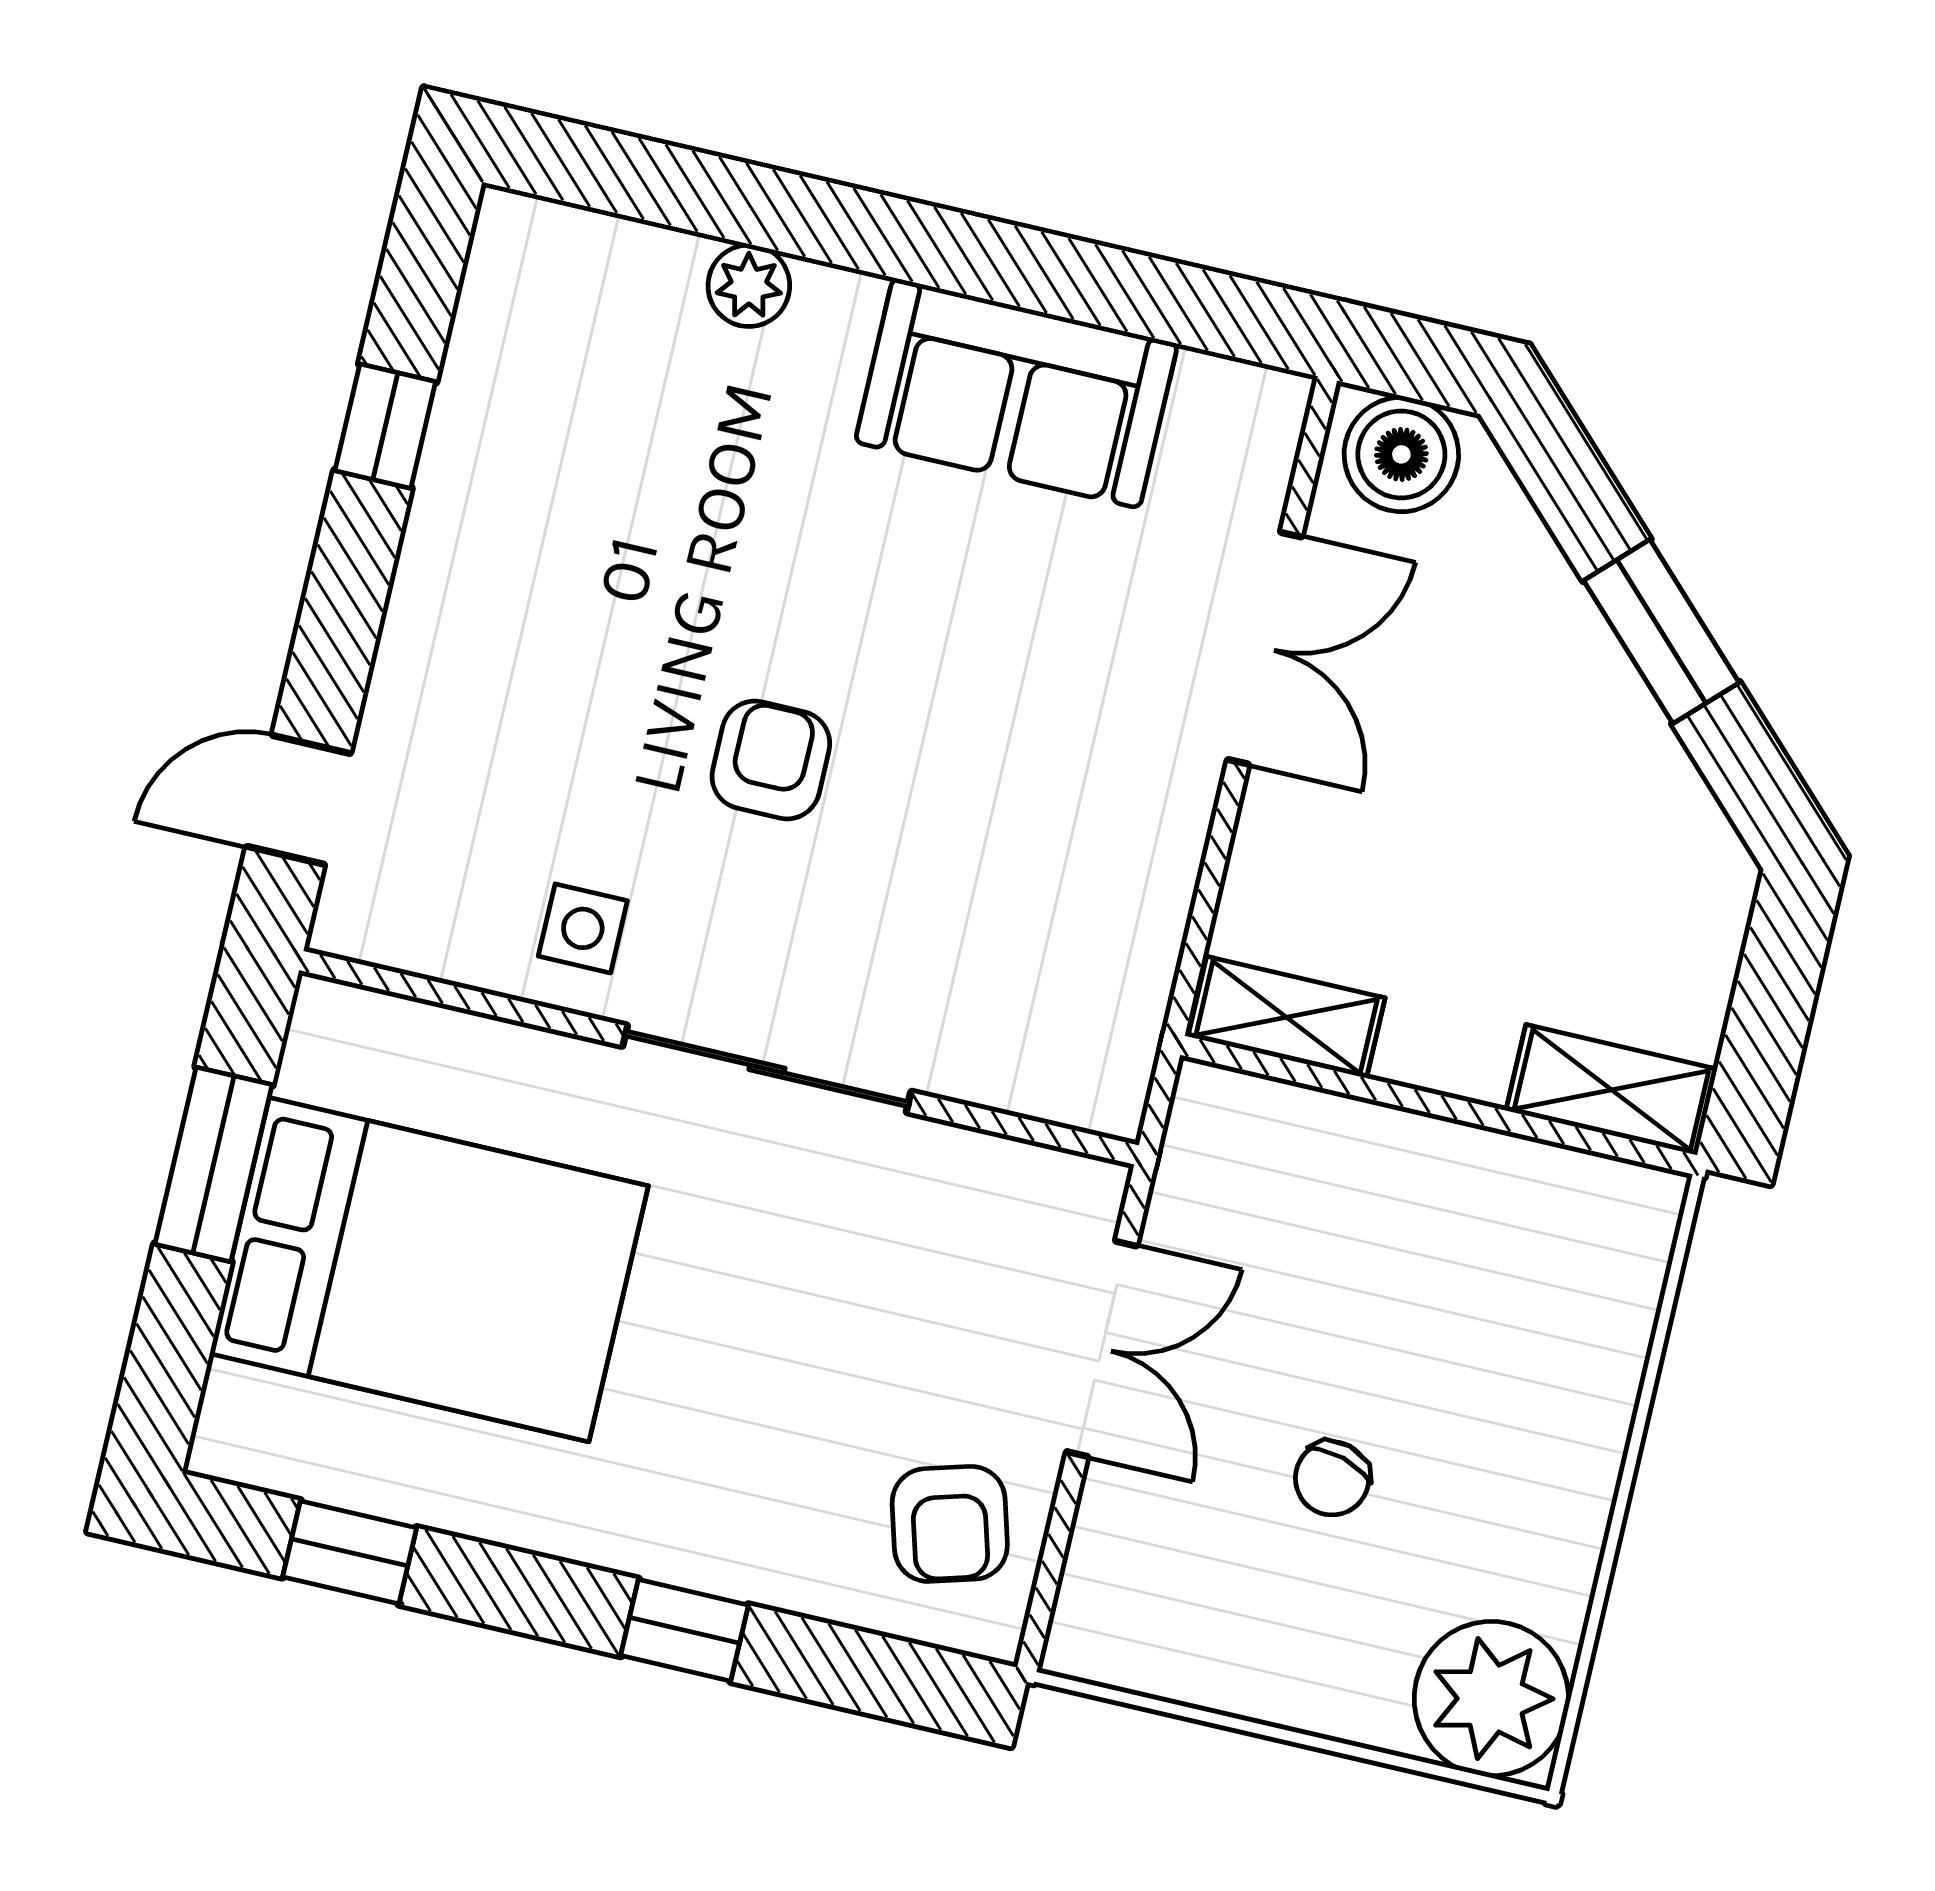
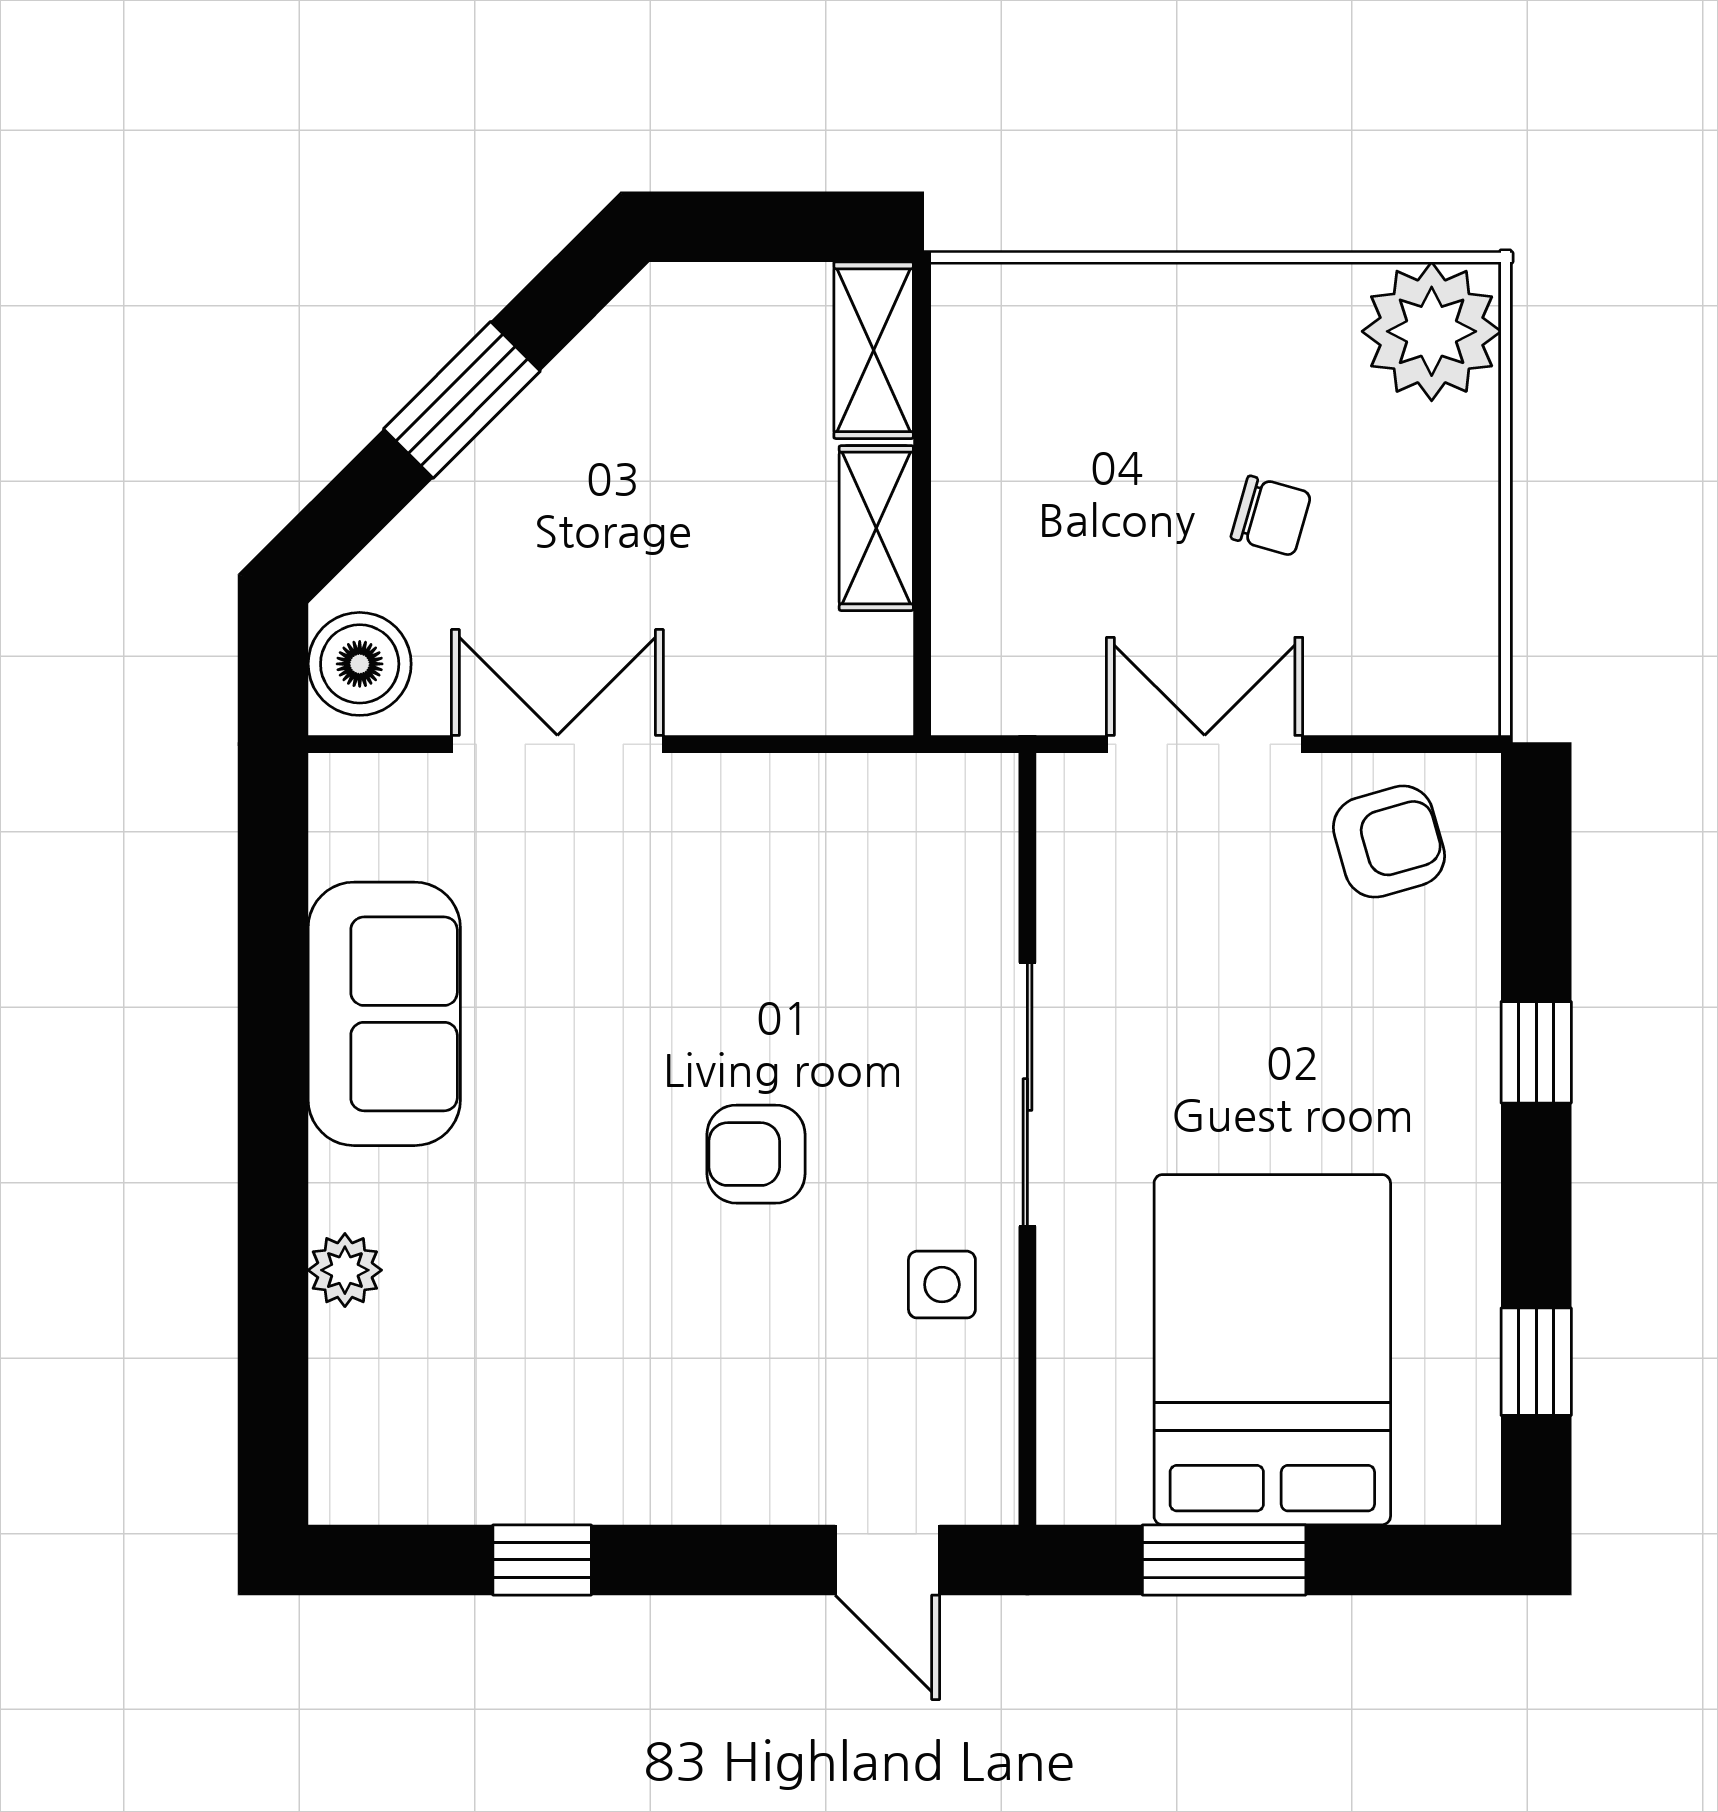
shelving: (1287, 1017) -> (876, 528), moved

